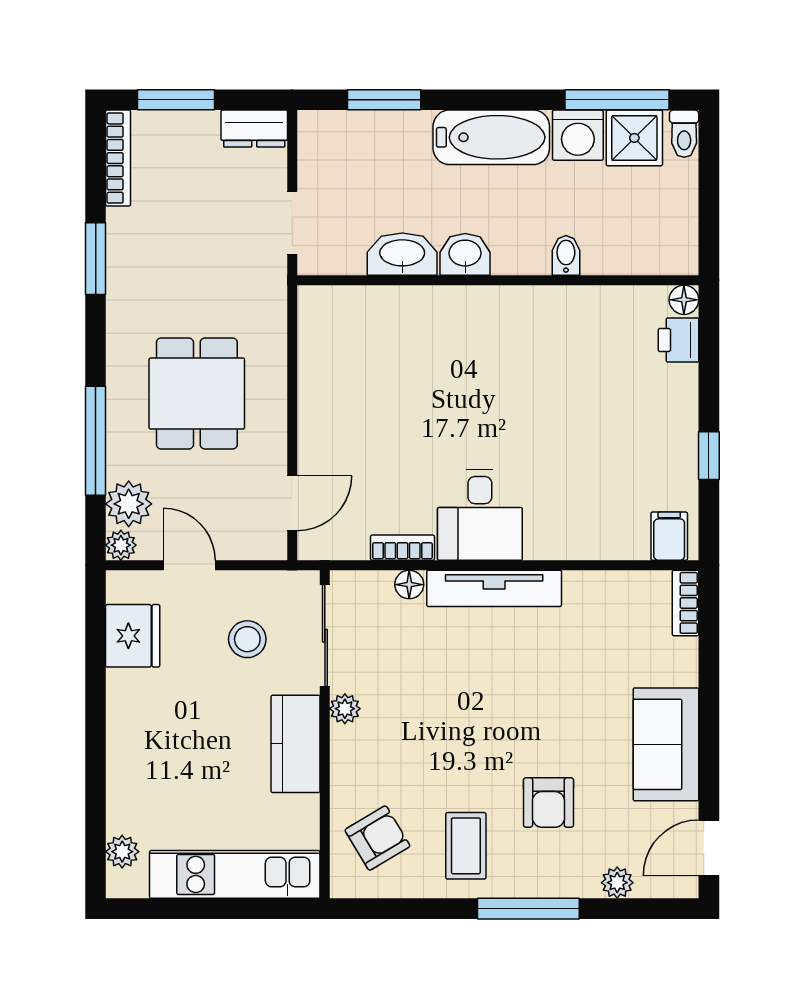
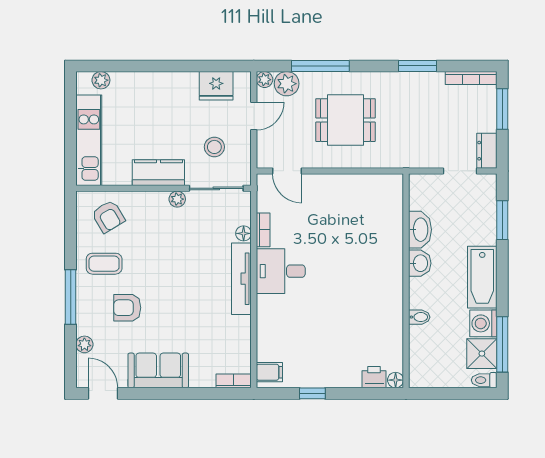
doorway: (292, 223) -> (460, 171), moved

